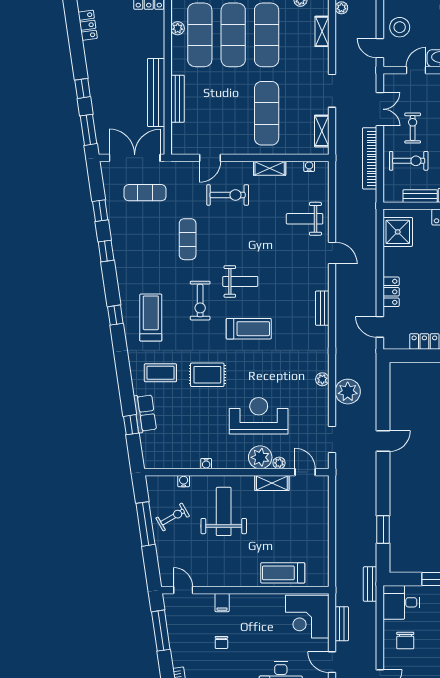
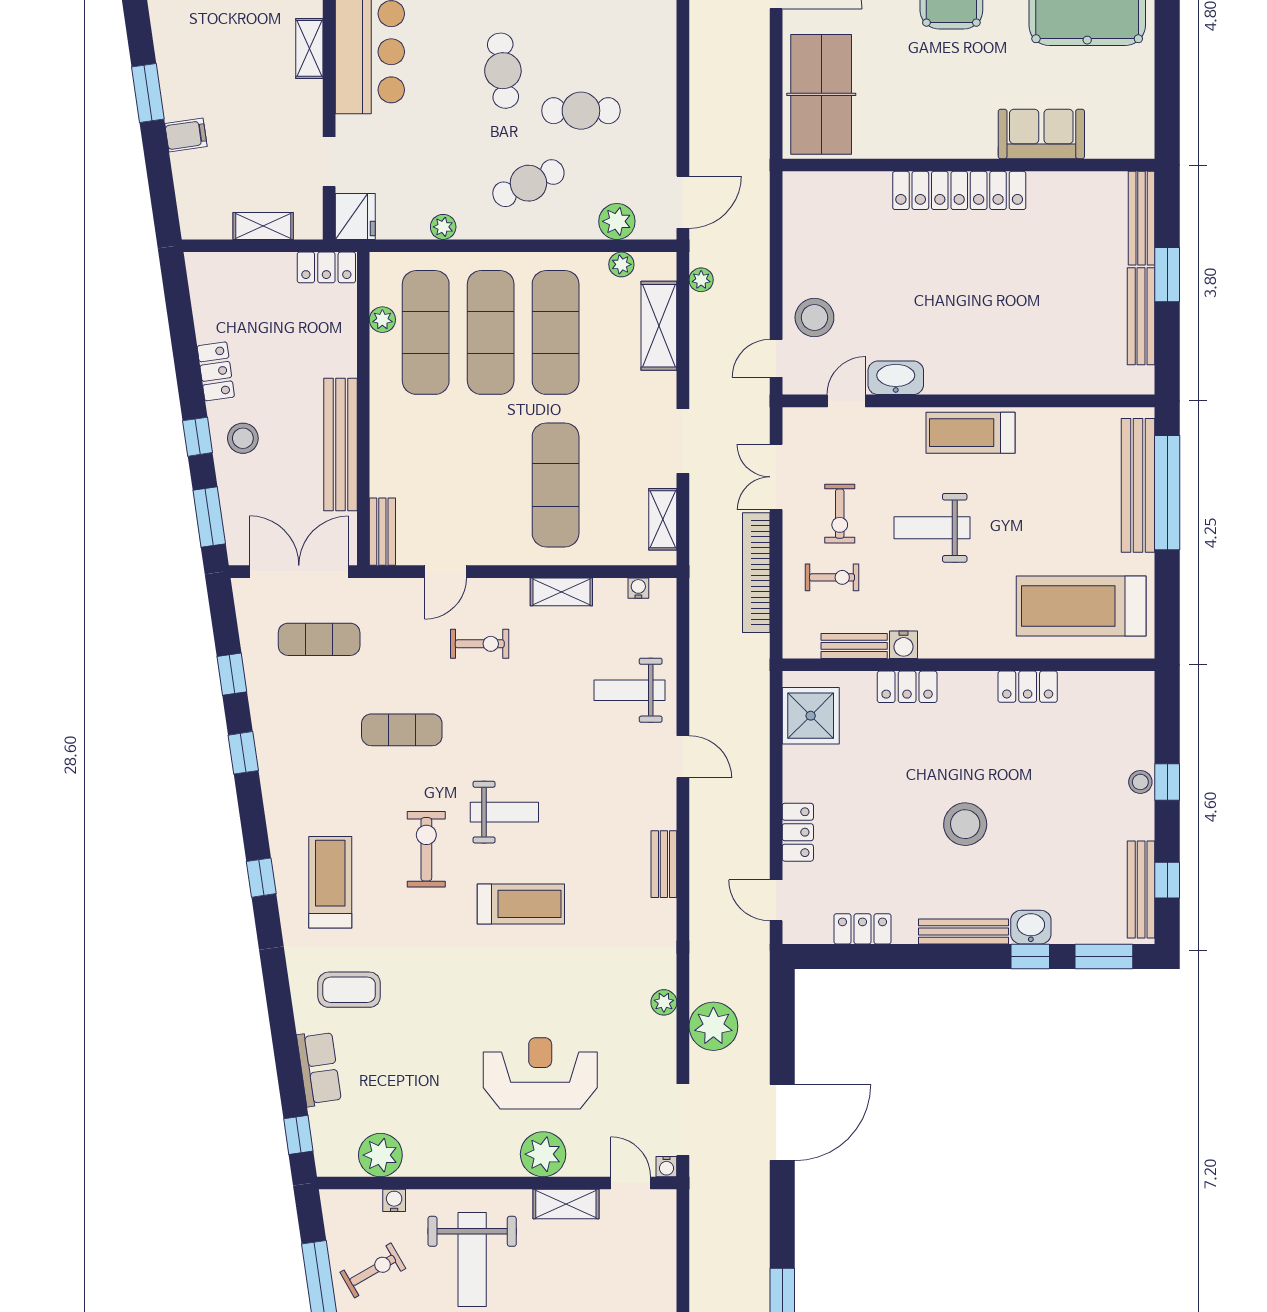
locker: (88, 25) -> (216, 371), moved
shelving: (322, 31) -> (659, 326), width x1.50, depth x1.33
door: (380, 48) -> (776, 358), hinge flipped
stool: (106, 89) -> (243, 438), added
bench: (178, 99) -> (382, 532), moved, width x0.73
double door: (380, 109) -> (776, 477), swing flipped
exercise bike: (413, 128) -> (840, 514), turned 180
exercise bike: (409, 161) -> (832, 577), width x0.73, depth x0.72
exercise bike: (228, 195) -> (480, 644), width x0.73, depth x0.72
exercise mat: (188, 239) -> (402, 730), turned 90
exercise bike: (200, 301) -> (426, 849), turned 180
rug: (207, 375) -> (440, 994), removed
window: (131, 425) -> (298, 1135), moved
doorway: (332, 440) -> (683, 1120), width x1.38
door: (383, 441) -> (782, 1123), width x1.87
plant: (279, 463) -> (380, 1155), moved, width x1.87, depth x1.87
water cooler: (206, 464) -> (666, 1167), moved
weight bench: (224, 511) -> (472, 1260), turned 180

